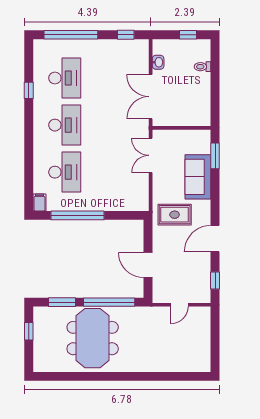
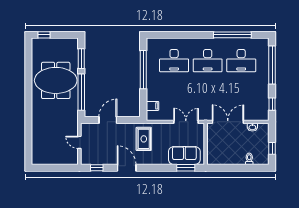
window: (29, 90) -> (232, 35), width x3.17
sofa: (198, 177) -> (184, 156), moved
filing cabinet: (40, 202) -> (152, 106), moved
window: (29, 331) -> (44, 35), moved

